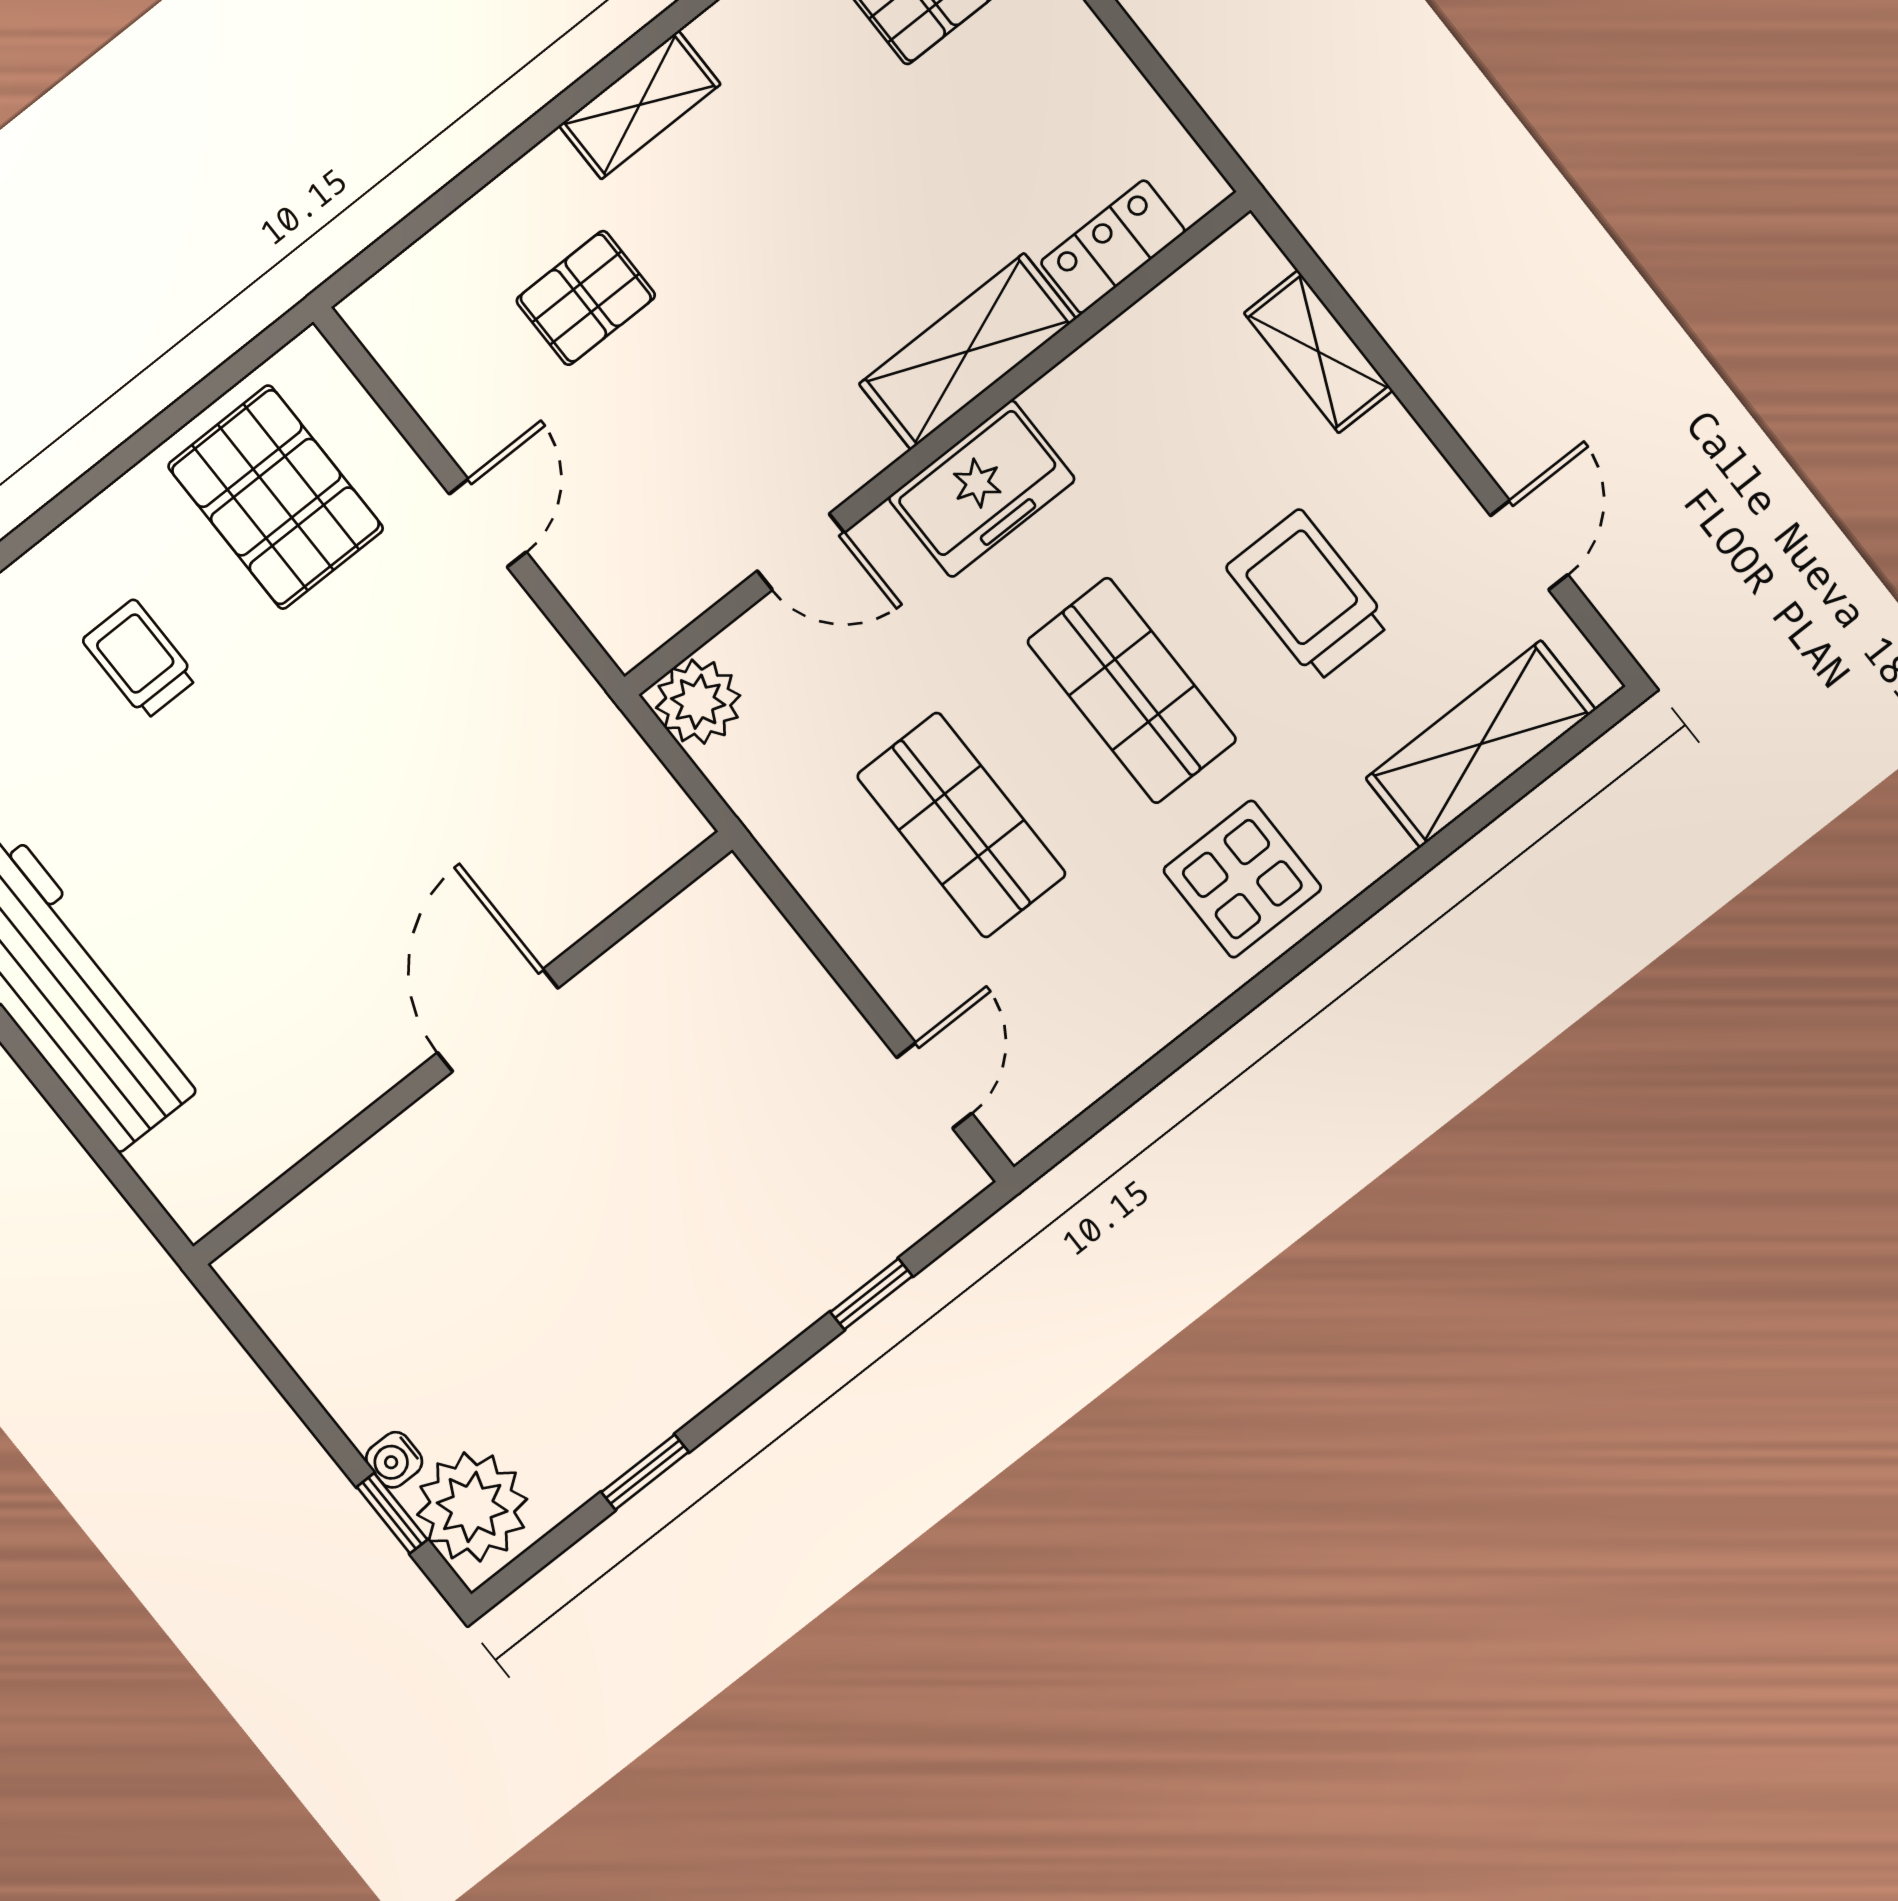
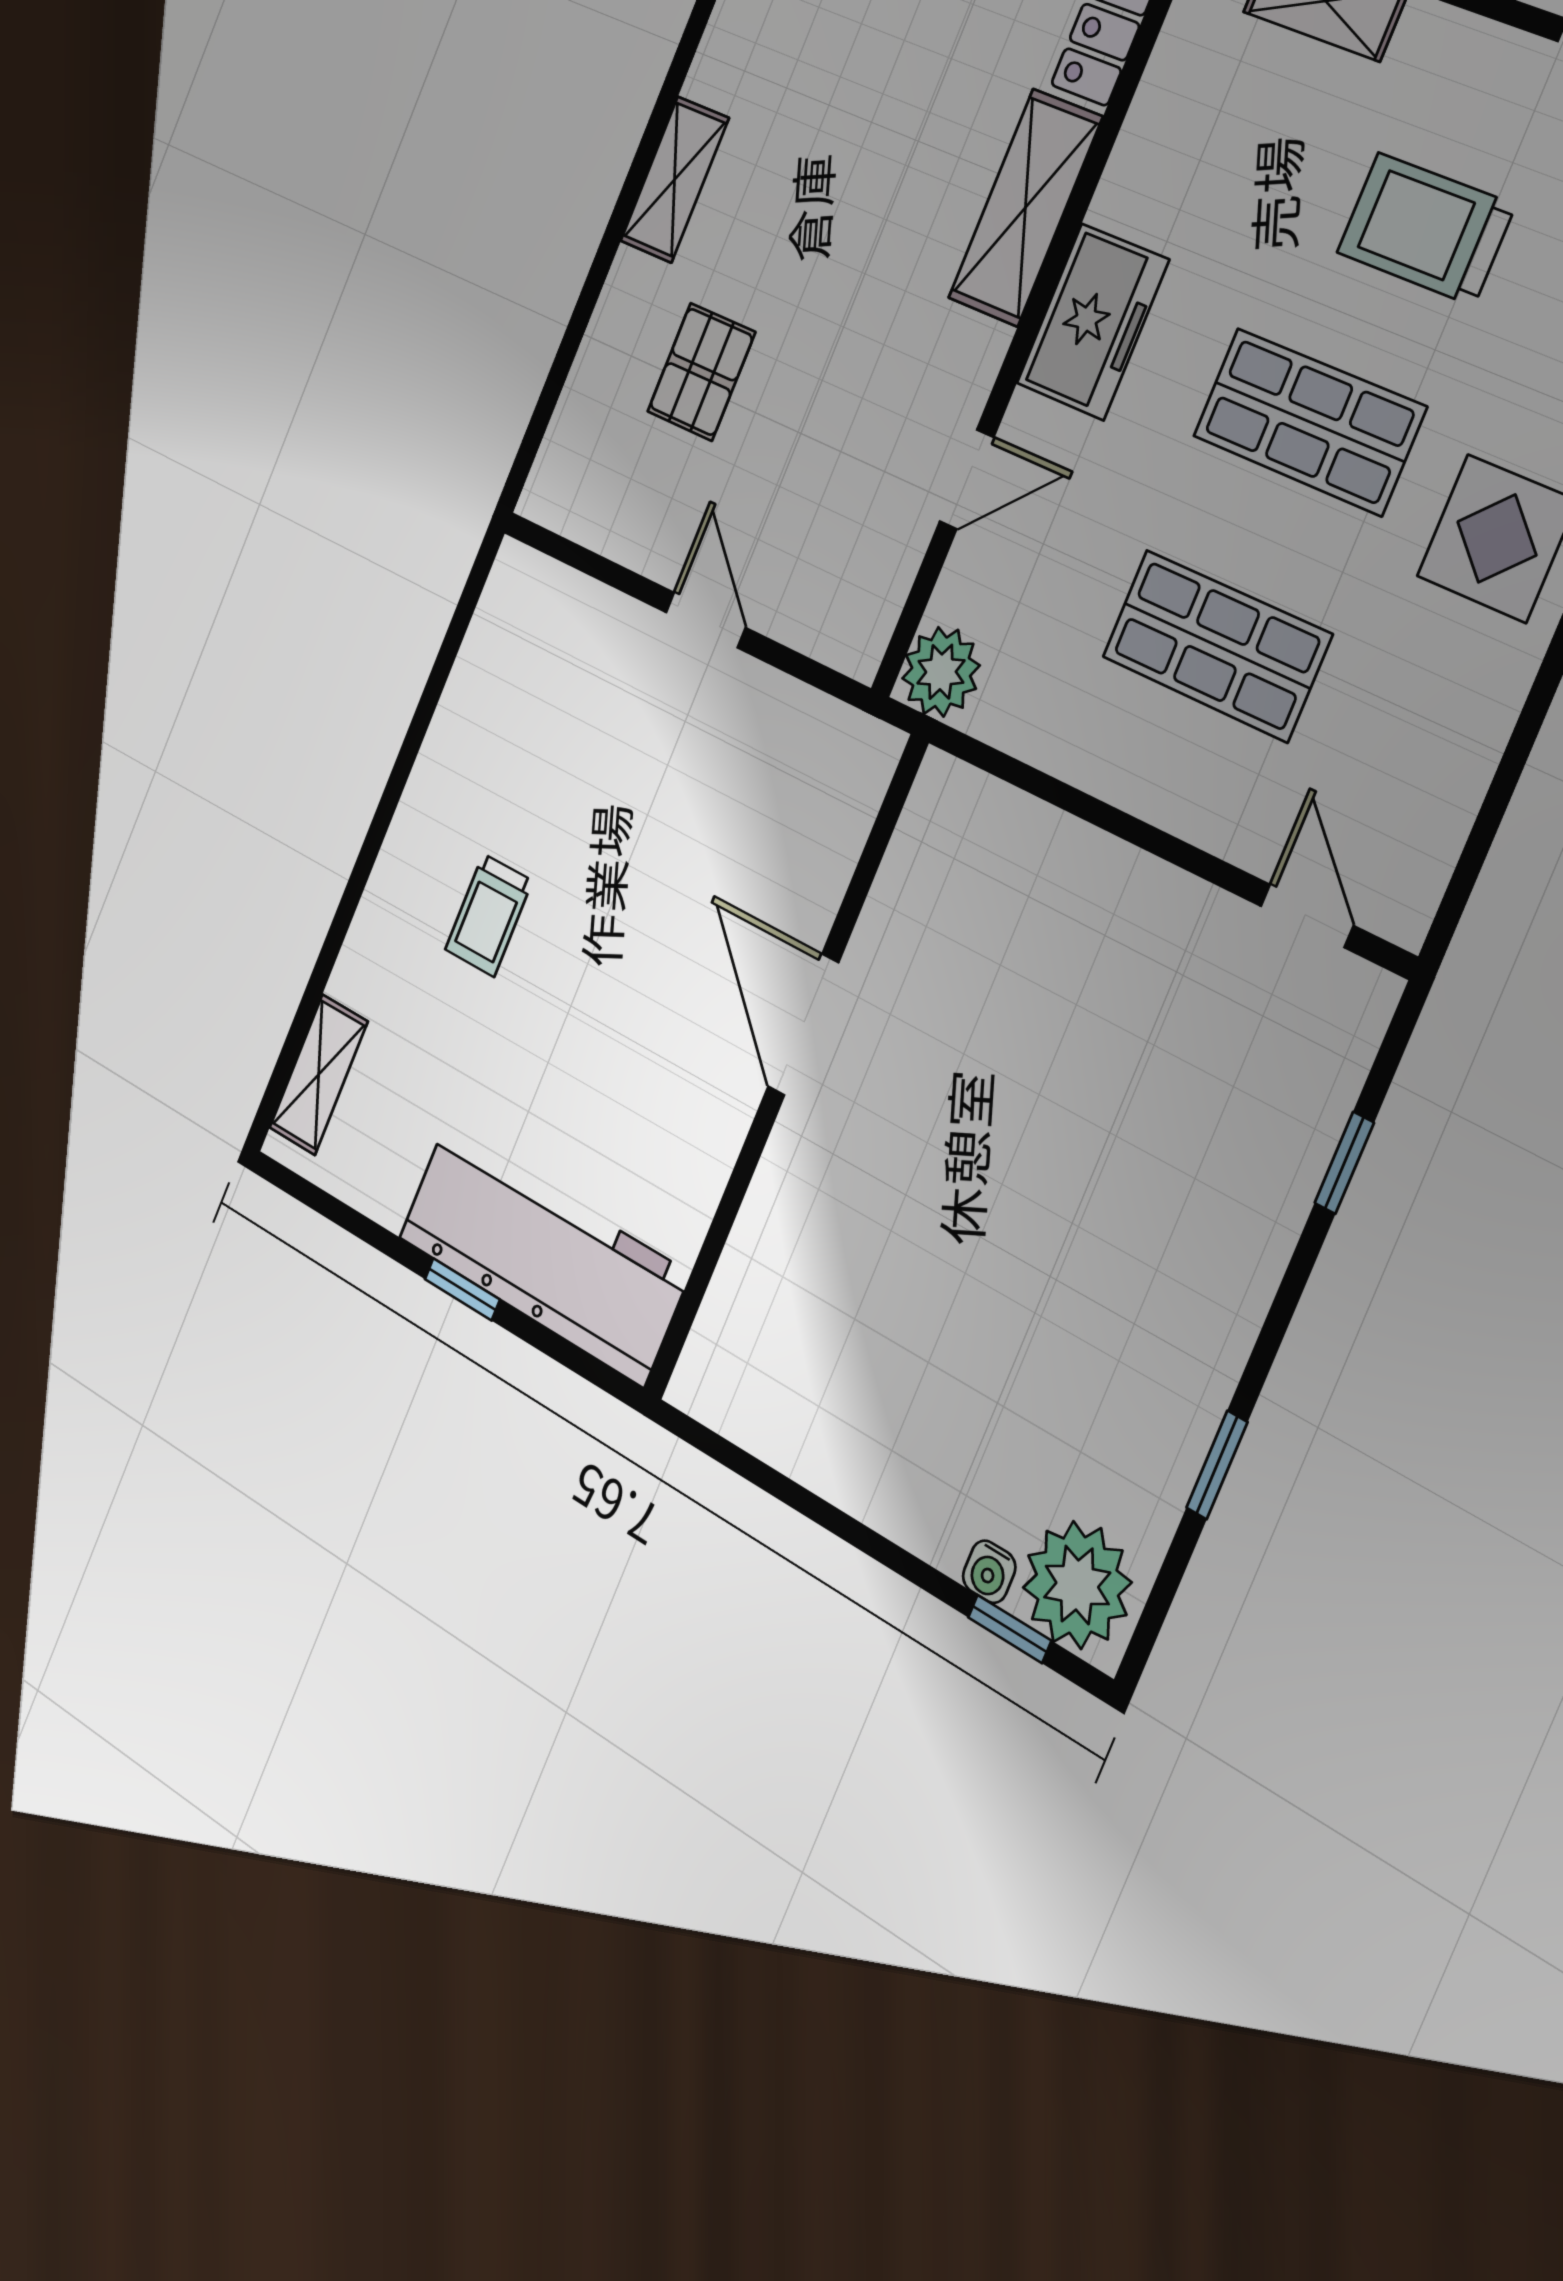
pallet: (276, 497) -> (536, 705), removed
trolley: (140, 659) -> (489, 915), turned -90
door: (498, 1020) -> (803, 1025), moved
wall: (462, 1048) -> (785, 1069), moved

